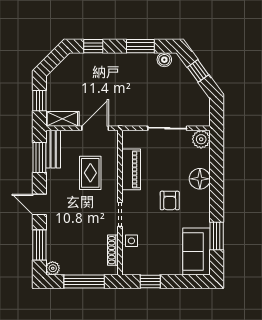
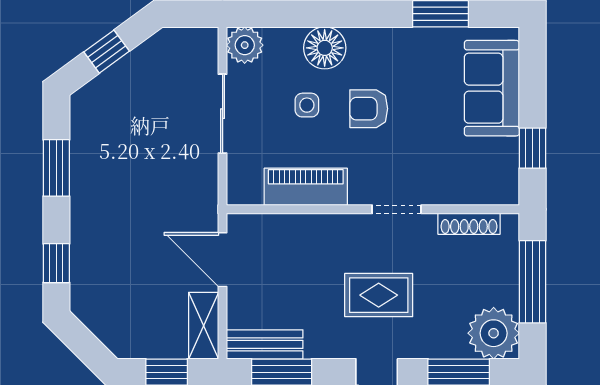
boiler: (164, 60) -> (84, 120), removed
rug: (90, 173) -> (379, 295), moved
armchair: (170, 201) -> (369, 109), turned 180
side table: (131, 241) -> (307, 105), moved
sofa: (197, 251) -> (492, 88), moved, turned 90
plant: (53, 268) -> (494, 333), width x1.87, depth x1.87

